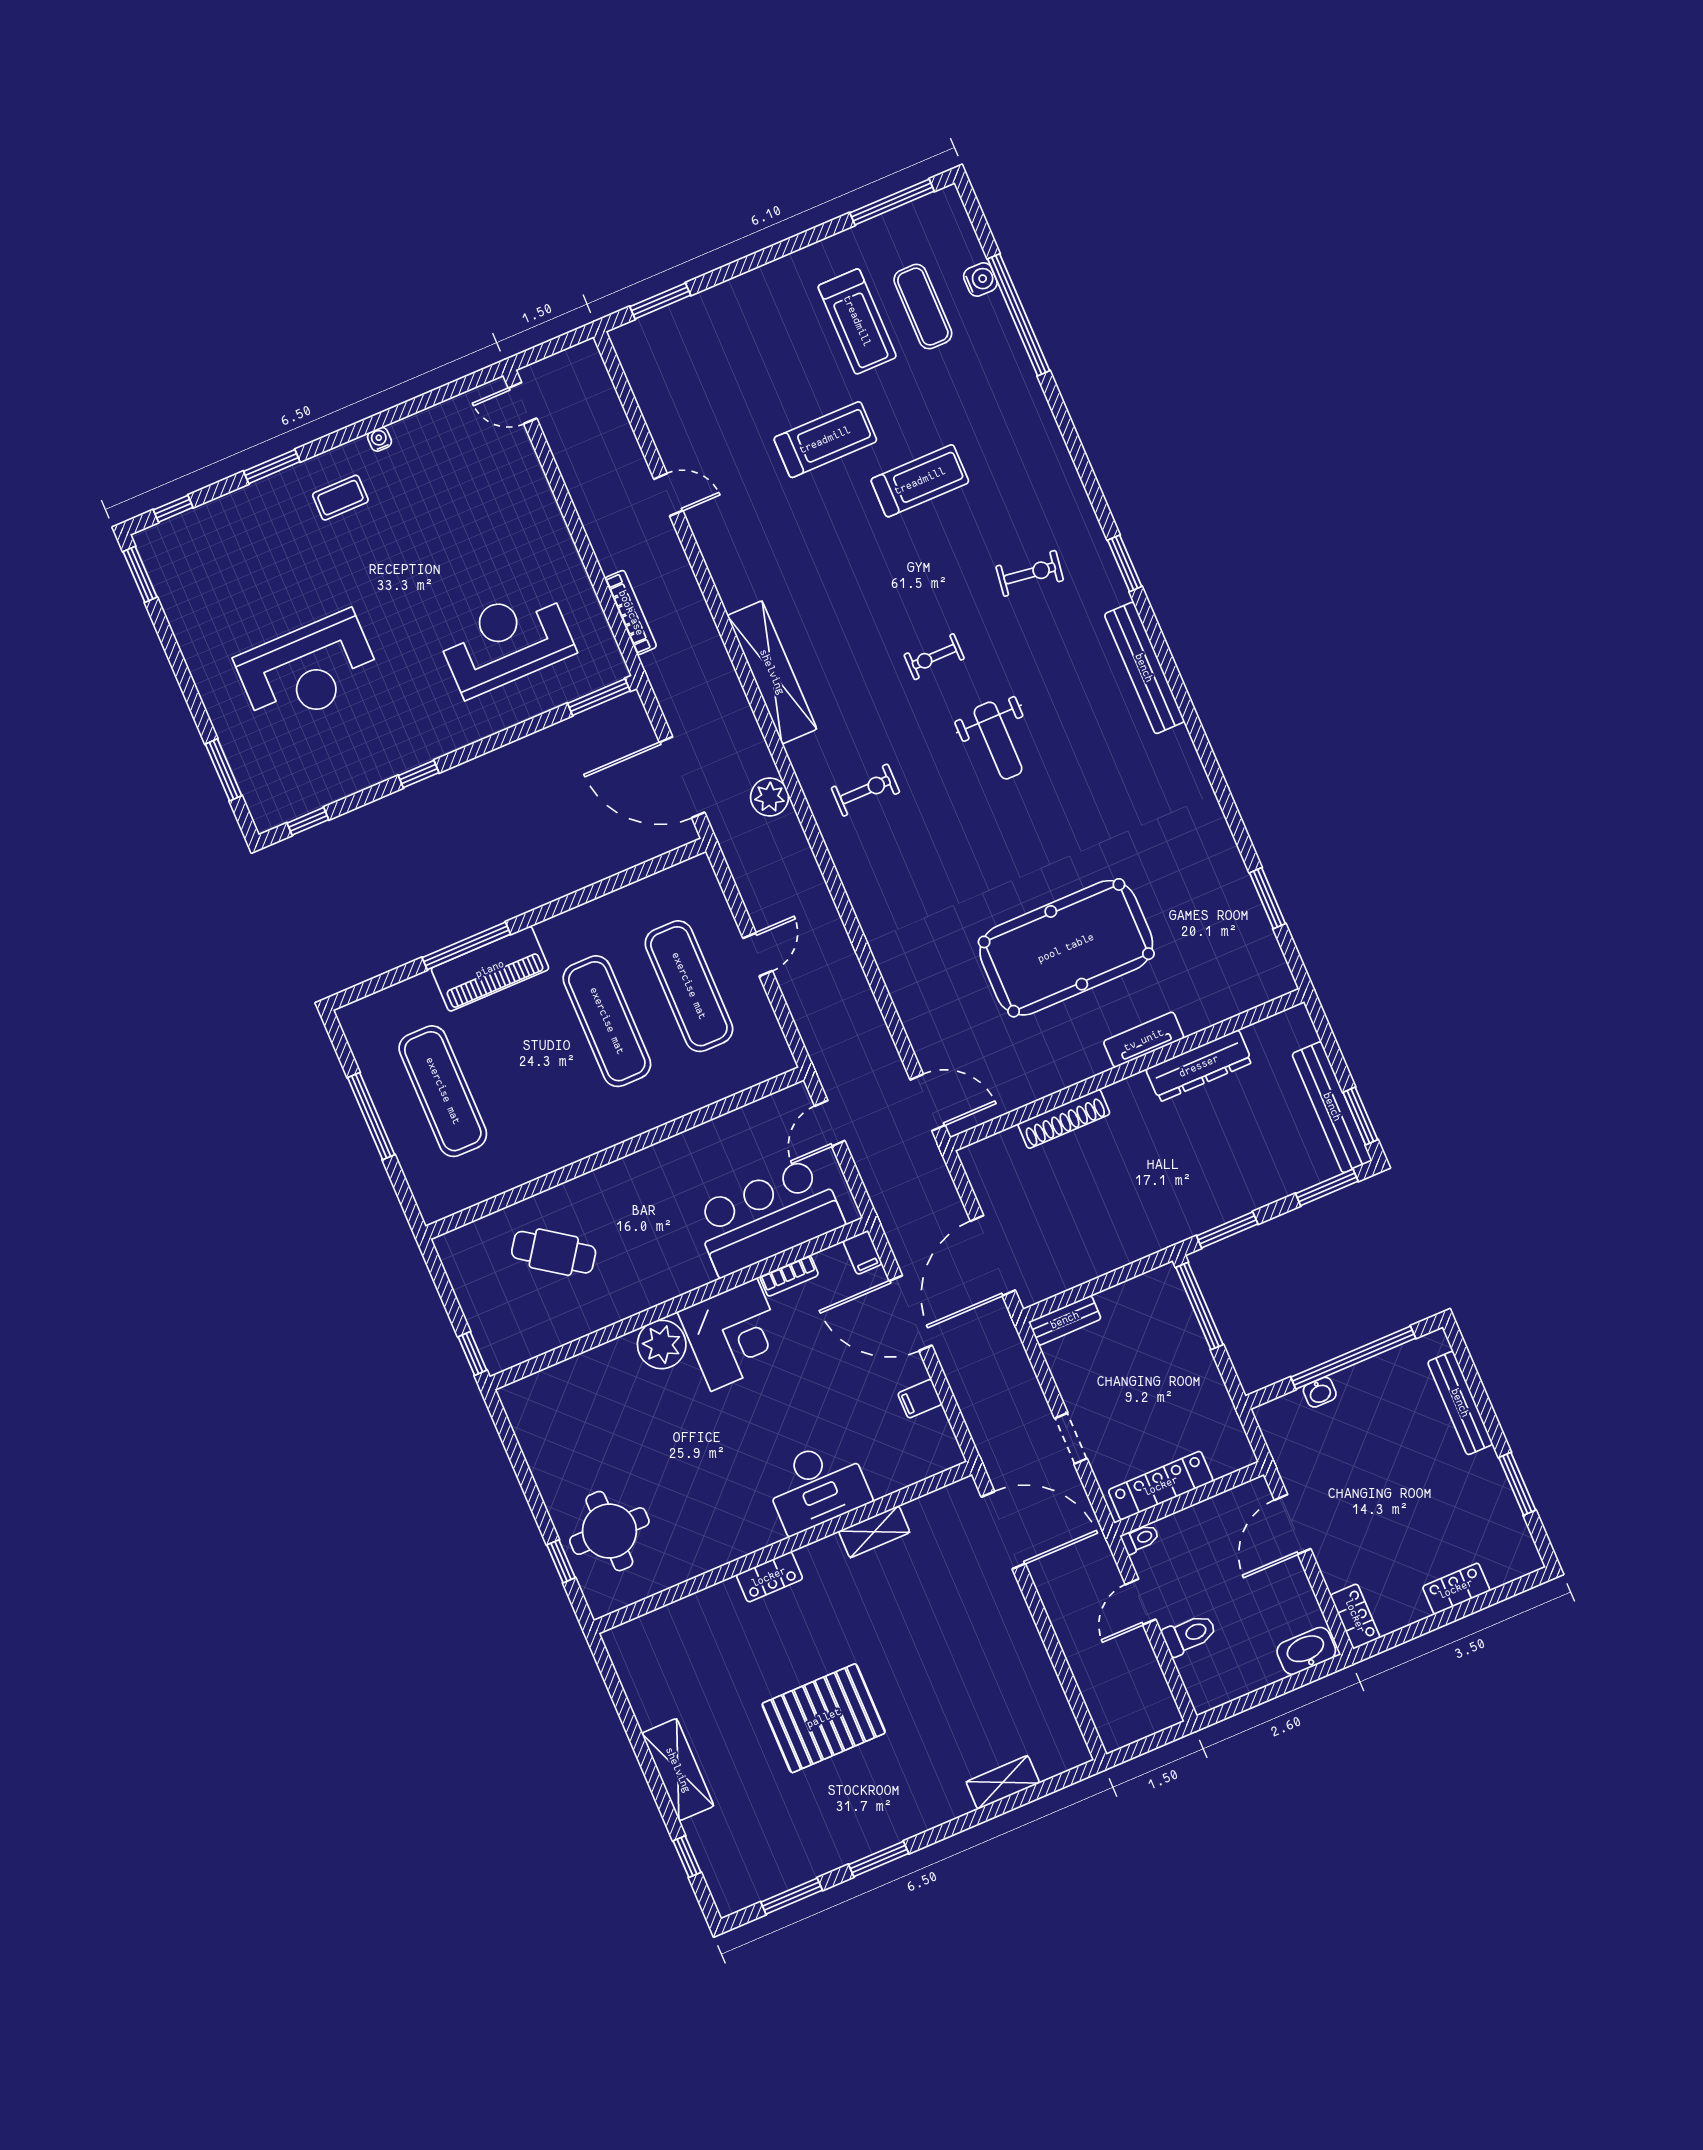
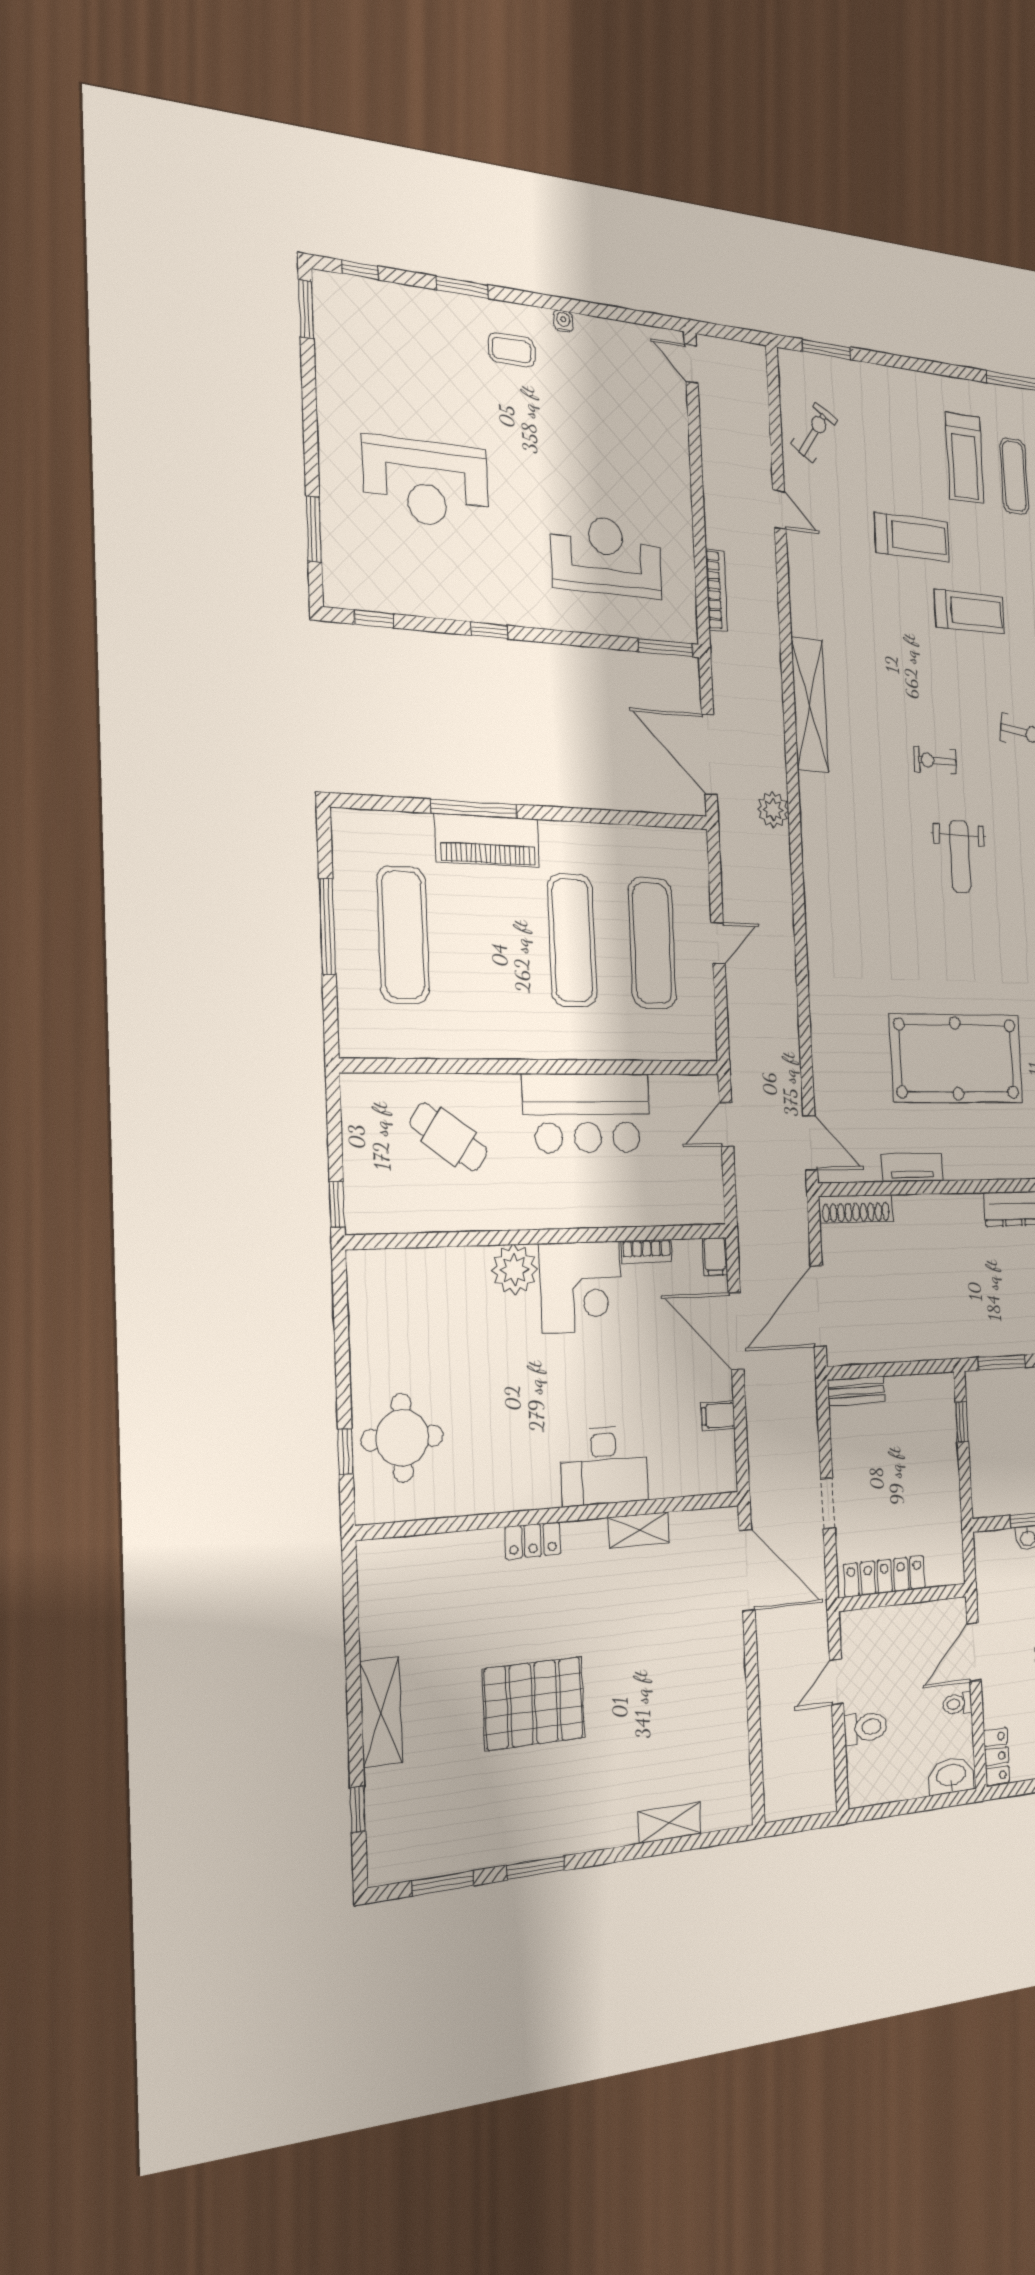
exercise bike: (865, 790) -> (814, 432), moved, turned -56
tv unit: (1144, 1040) -> (912, 1168), moved
shoe rack: (1064, 1119) -> (856, 1209), moved
bar counter: (768, 1217) -> (587, 1113), moved, turned 180
window: (1199, 1306) -> (962, 1422), width x0.46
toilet: (1140, 1539) -> (957, 1704), moved, turned 180

